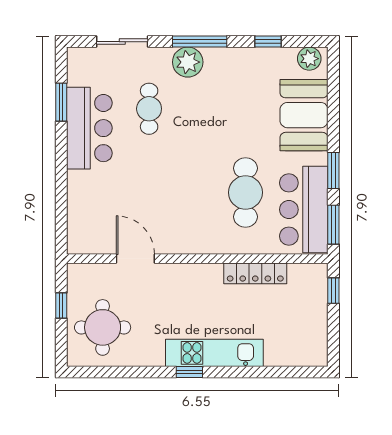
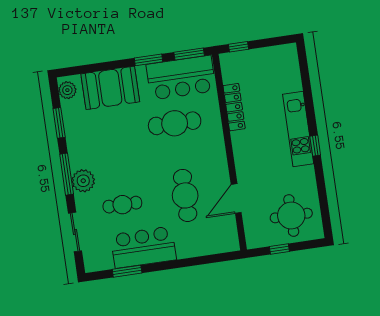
window: (268, 42) -> (59, 123), width x1.50
cafe table: (149, 192) -> (185, 195), added

